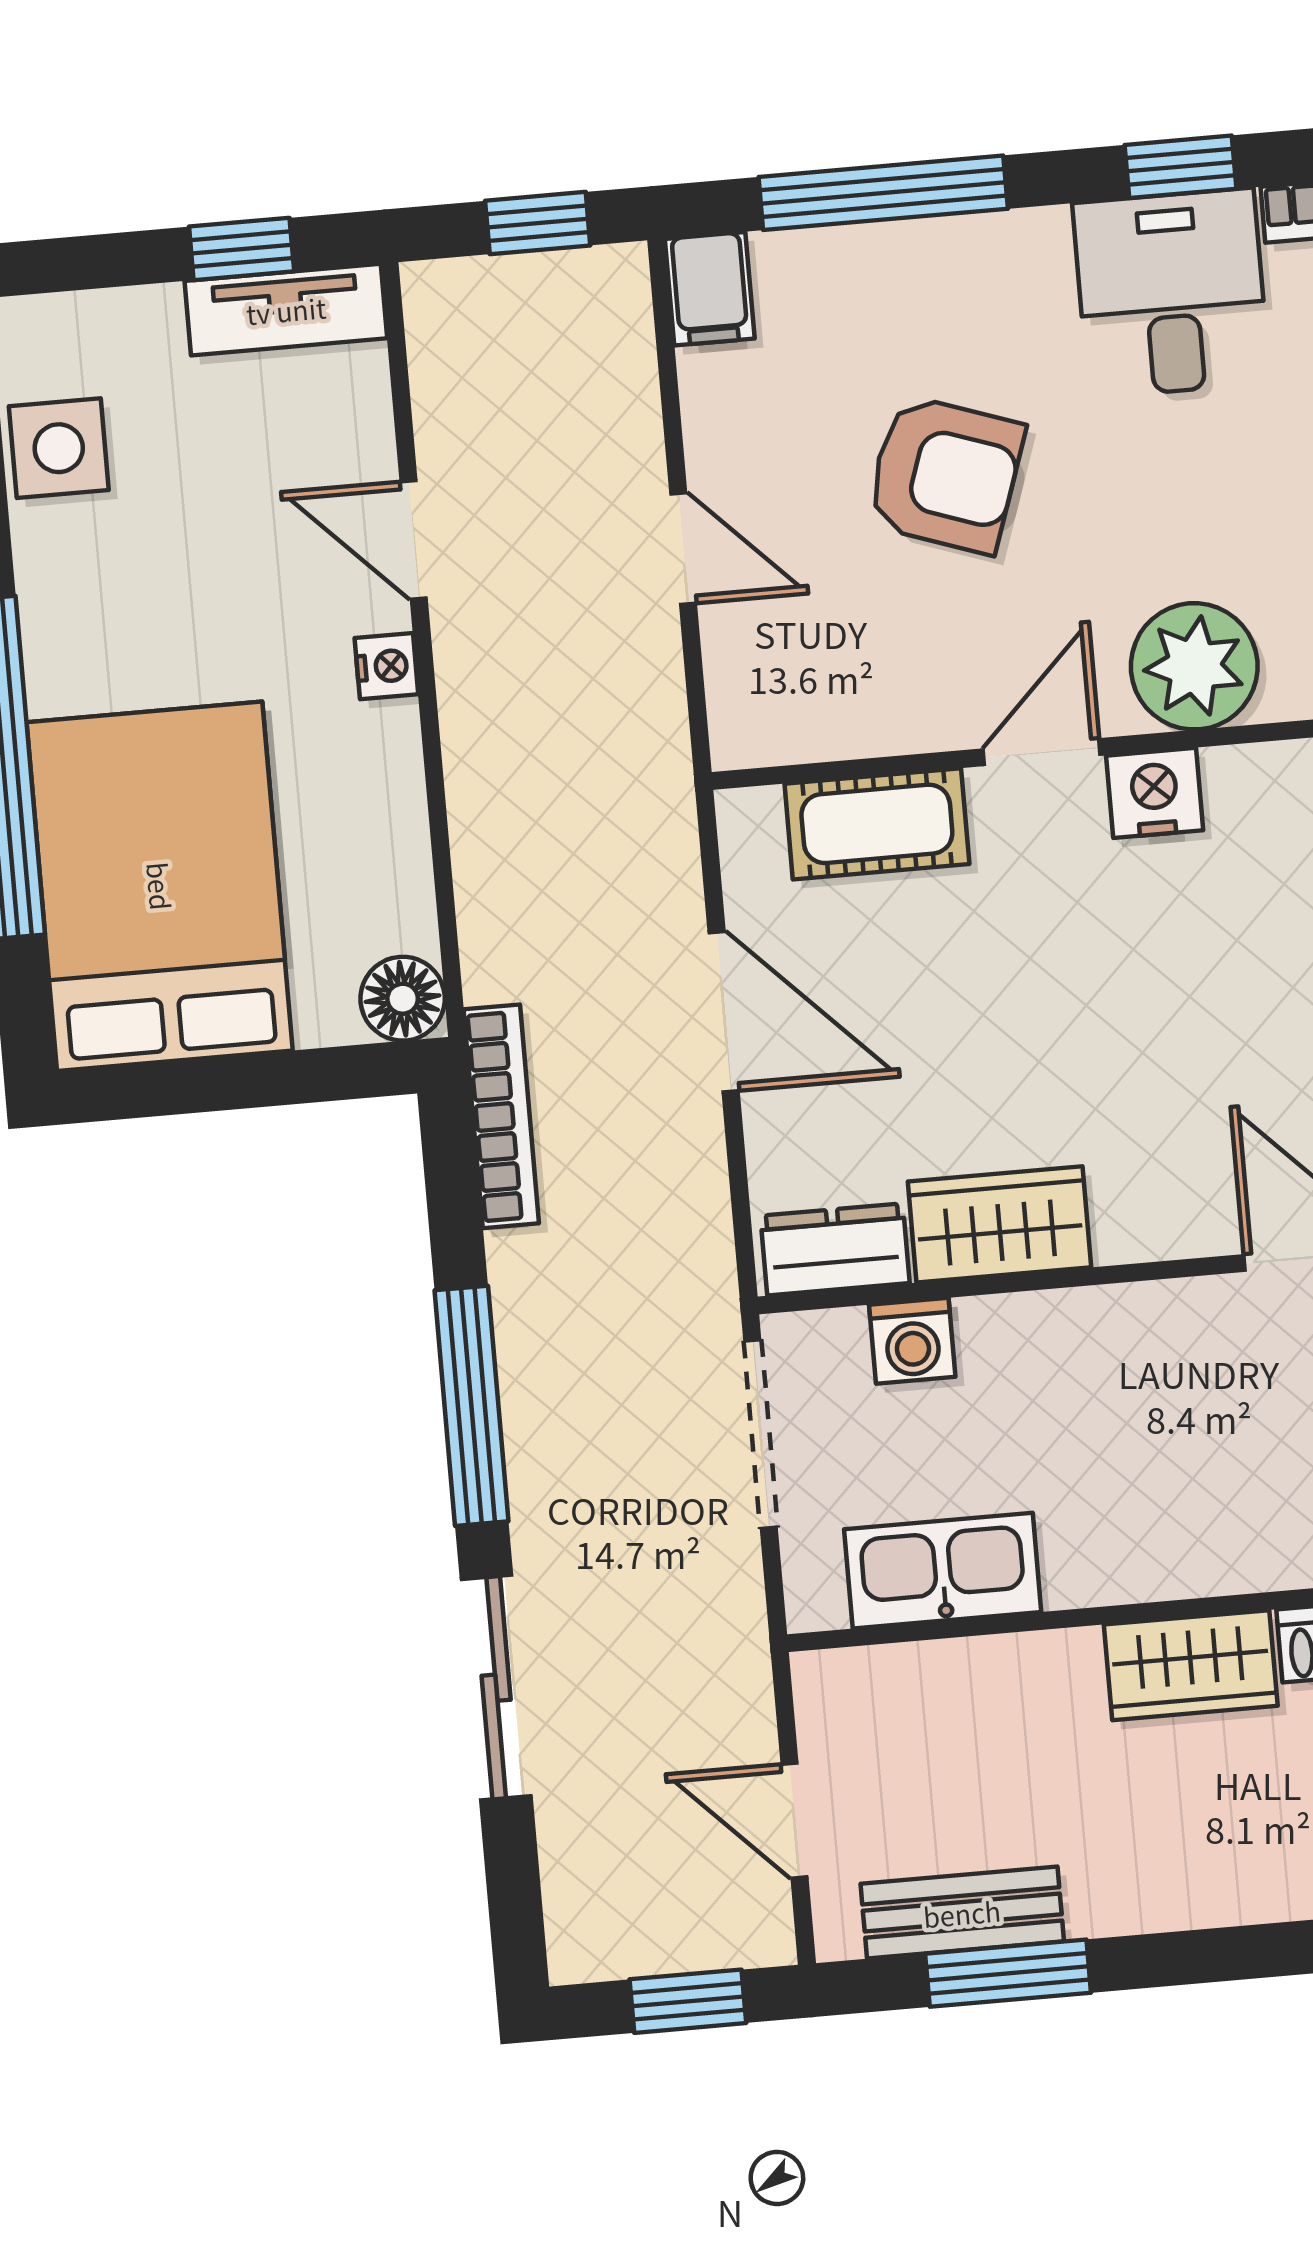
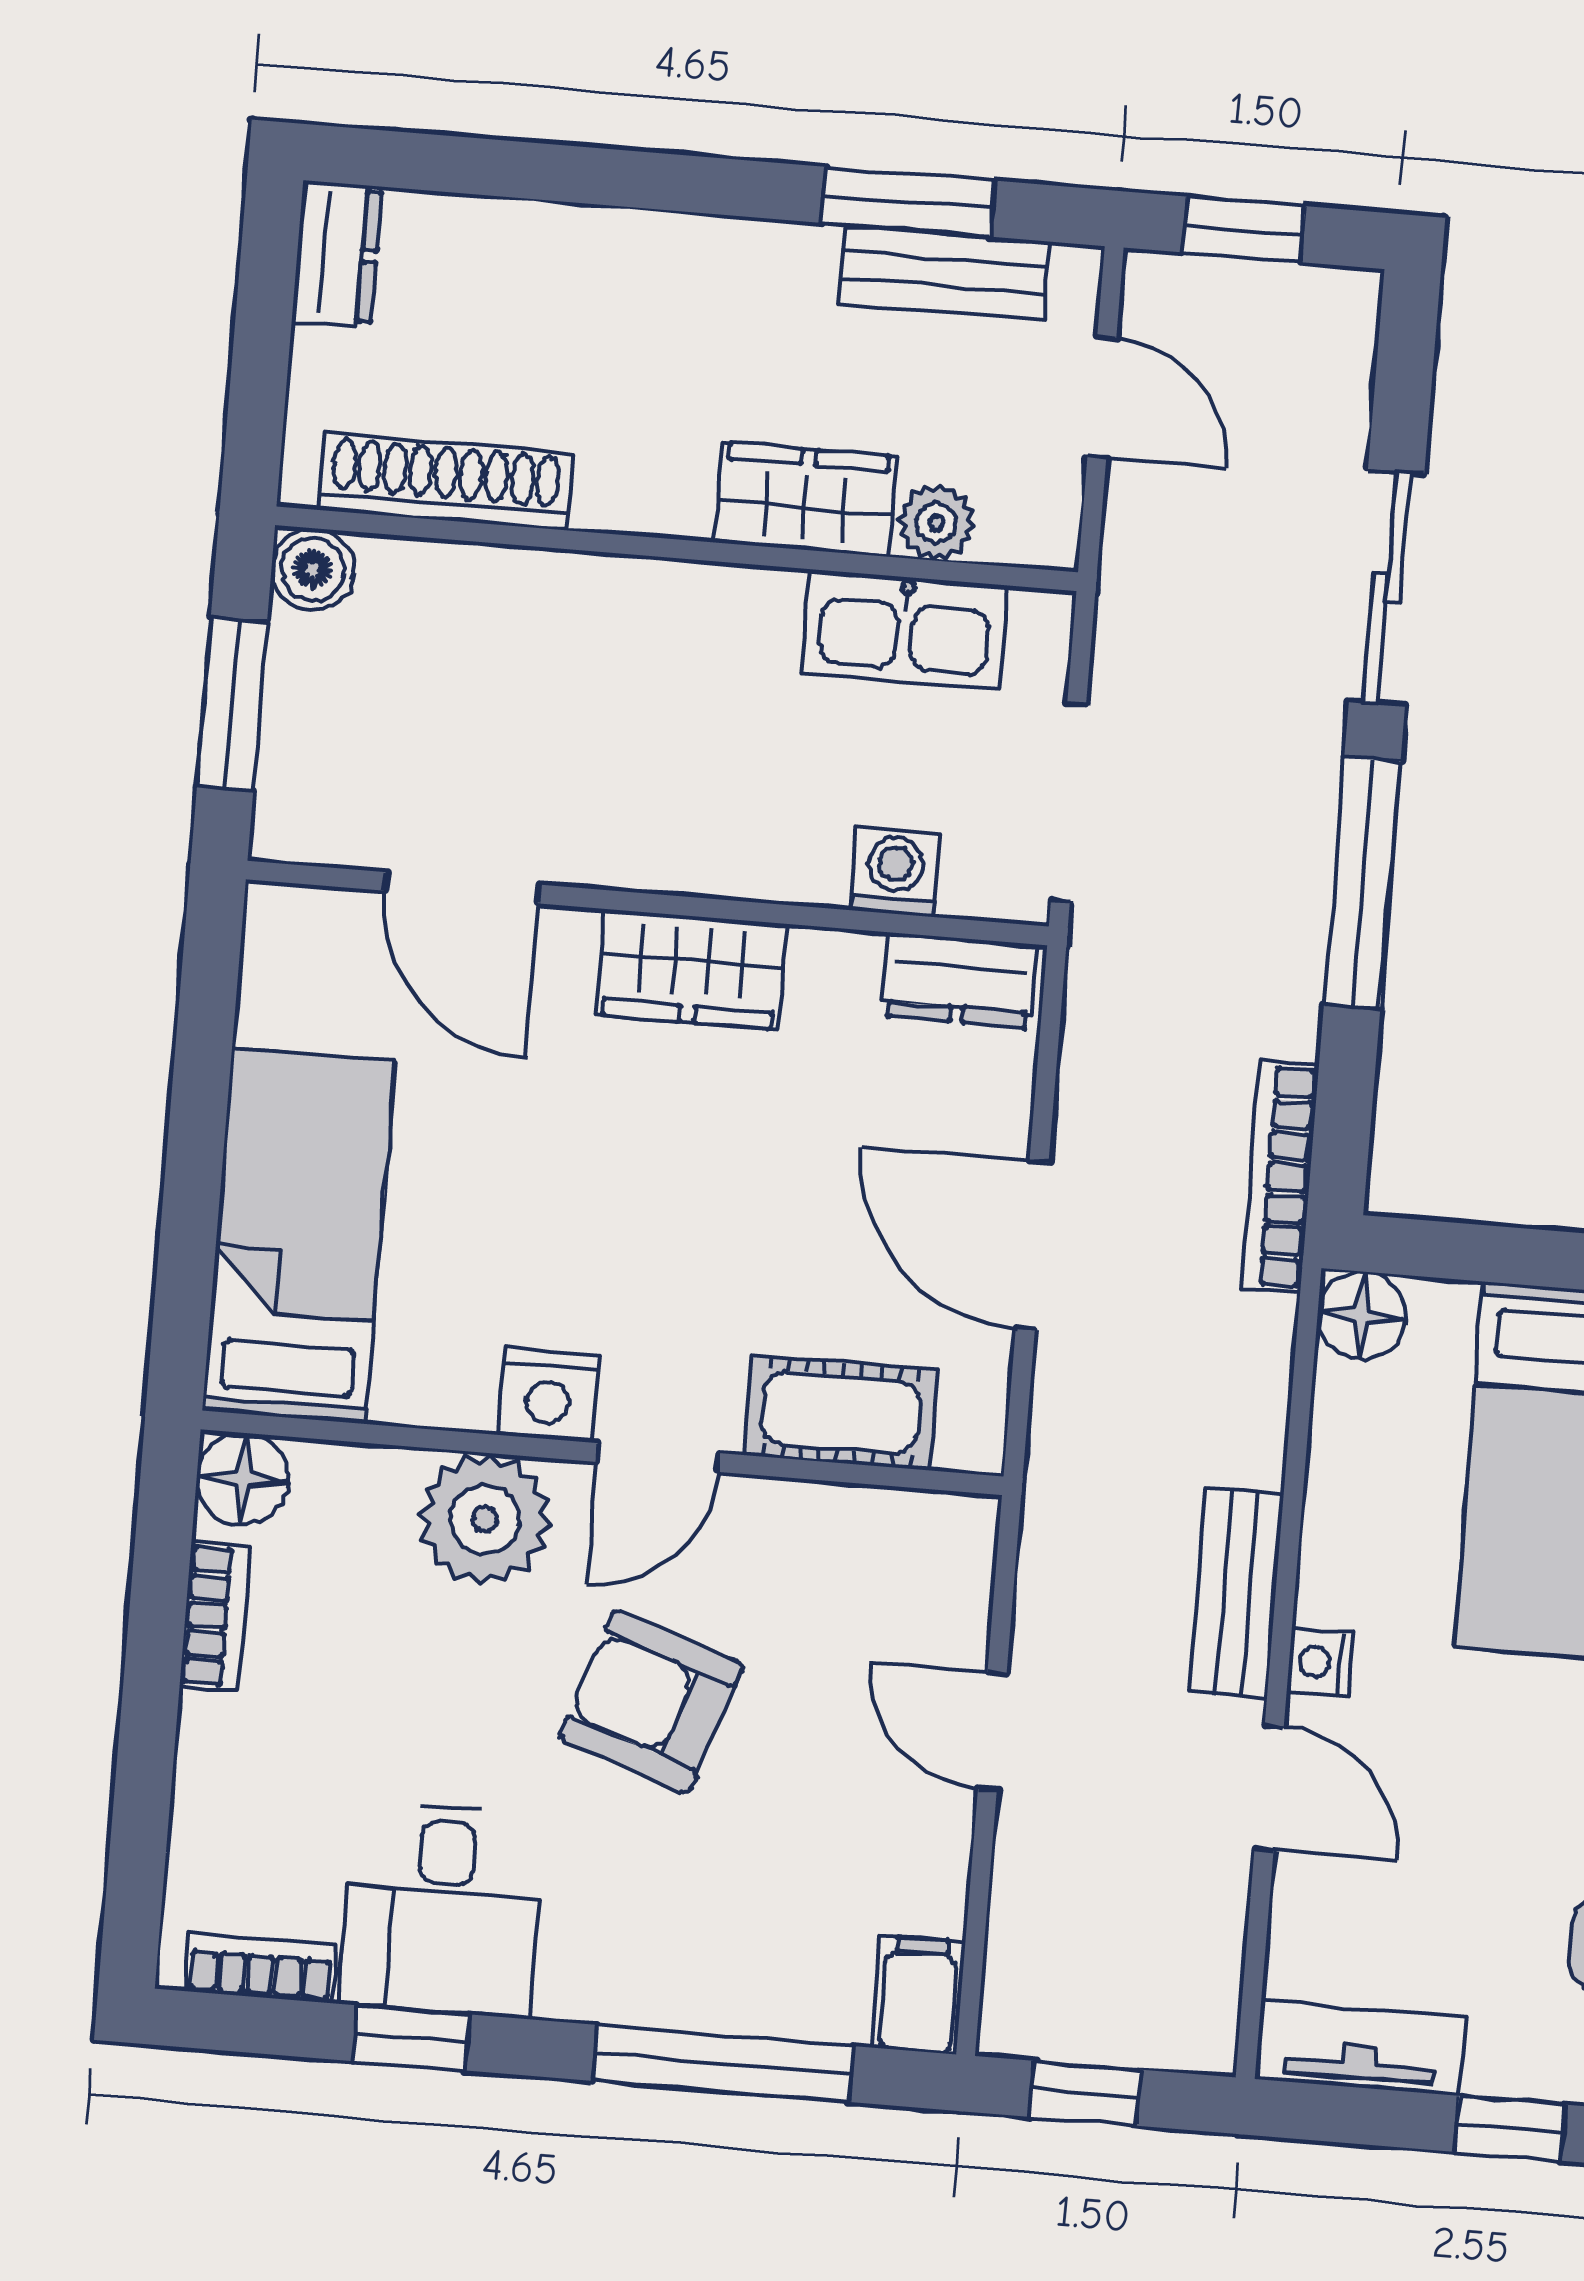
window: (242, 249) -> (1510, 2128), moved
armchair: (945, 474) -> (651, 1701), moved
bench: (476, 718) -> (1236, 1593), added
wardrobe: (999, 1224) -> (691, 969), moved
wardrobe: (1191, 1665) -> (806, 499), moved
plant: (930, 1676) -> (936, 523), added

